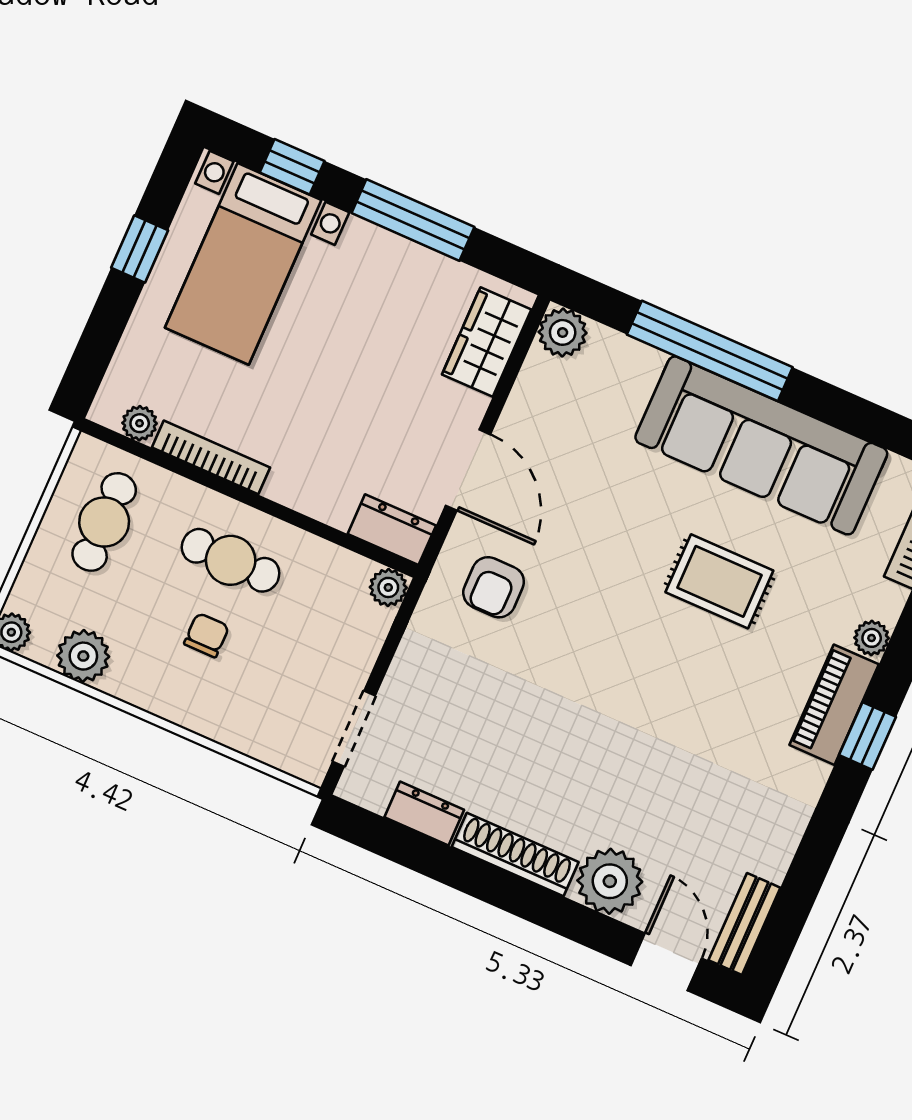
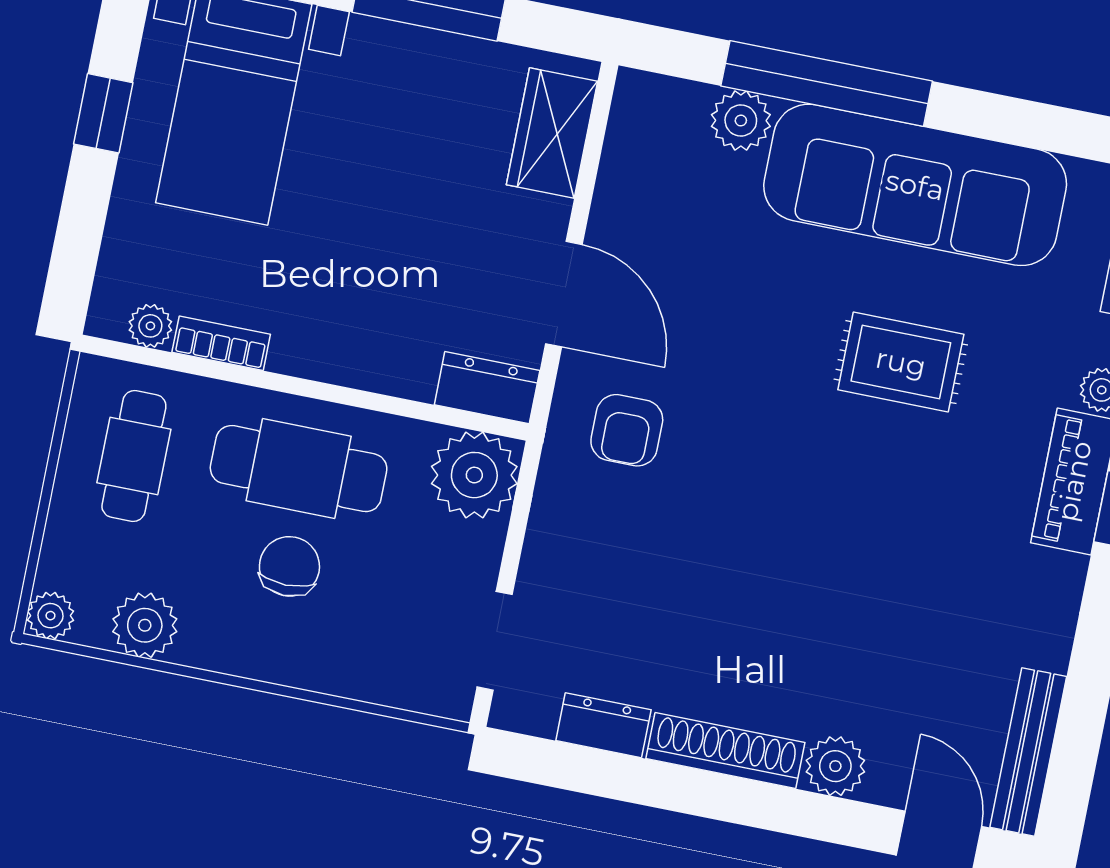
plant: (563, 332) -> (741, 120), moved
bookcase: (211, 457) -> (221, 343), width x0.64
cafe table: (231, 560) -> (299, 469), width x1.37, depth x1.35
plant: (388, 587) -> (474, 475), width x1.88, depth x1.88
chair: (206, 635) -> (289, 566), width x1.37, depth x1.37
plant: (610, 881) -> (835, 766), width x0.73, depth x0.73
bench: (744, 924) -> (1028, 752), width x1.36

